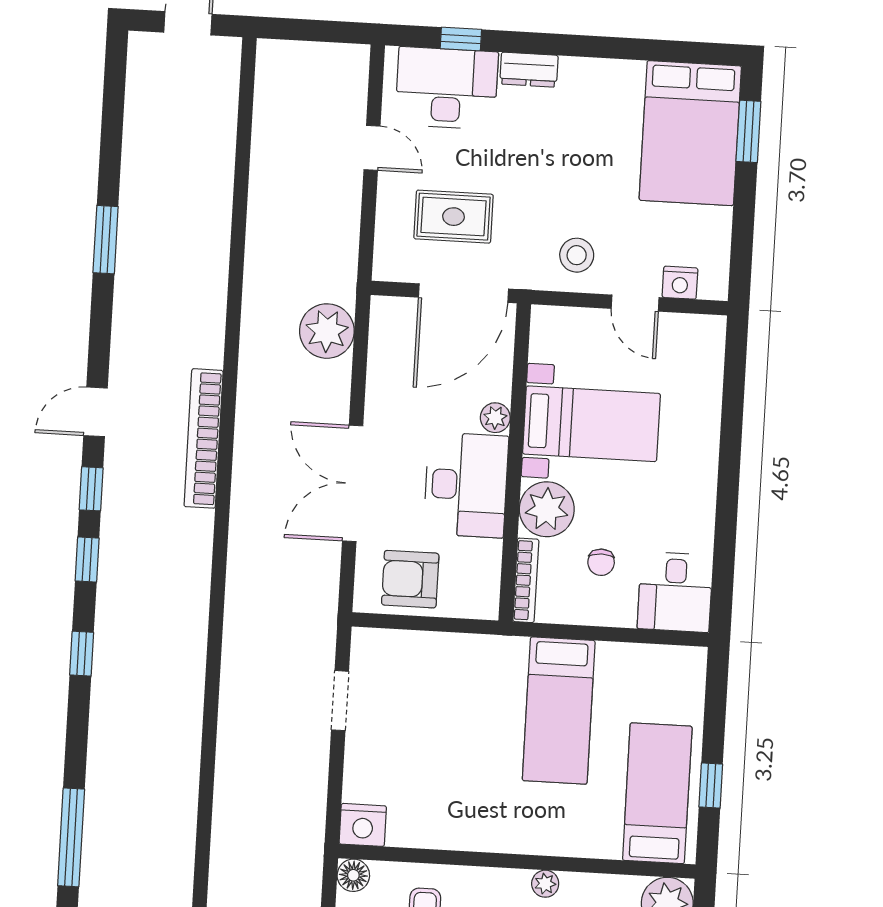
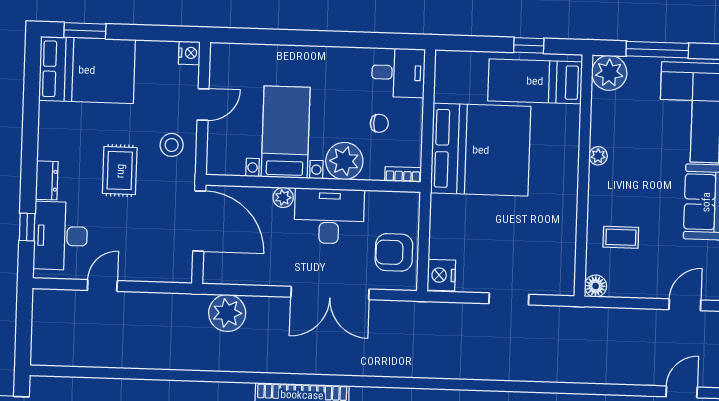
rug: (453, 217) -> (120, 171), moved
nightstand: (680, 283) -> (189, 53), moved
armchair: (410, 579) -> (394, 252), turned 90
bookcase: (526, 580) -> (403, 174), width x0.64
doorway: (340, 701) -> (509, 299), moved
bed: (559, 711) -> (481, 150), width x2.04
nightstand: (363, 825) -> (441, 275), moved, turned 180

